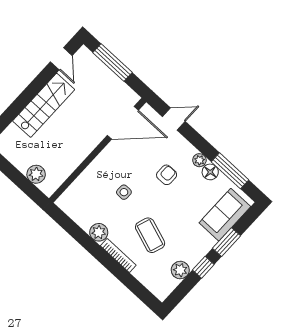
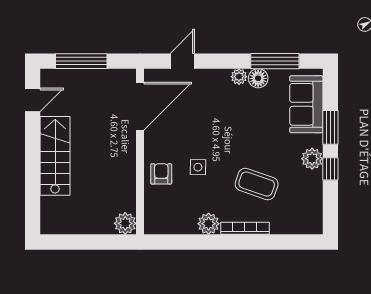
door: (61, 59) -> (33, 100), hinge flipped
plant: (36, 174) -> (125, 223), moved
armchair: (167, 175) -> (161, 174), moved
plant: (180, 270) -> (312, 159), moved

